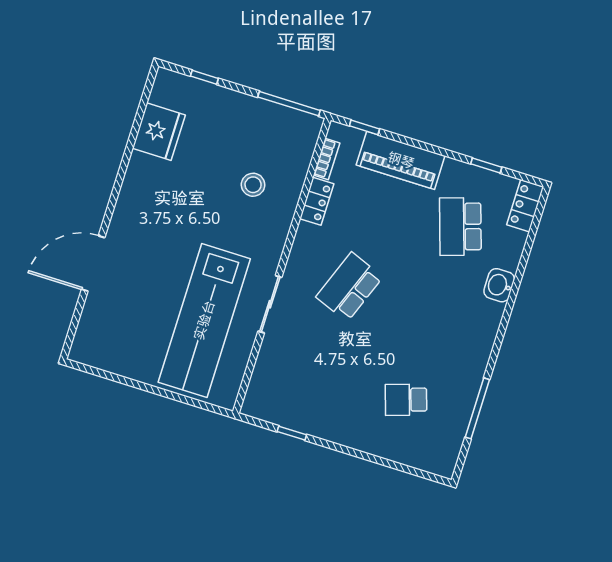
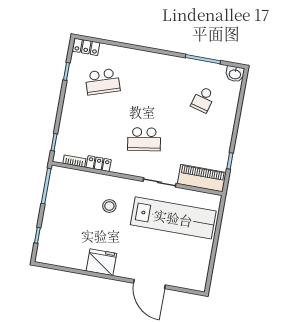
fridge: (159, 132) -> (101, 262), moved
piano: (401, 160) -> (202, 178), moved, turned -90
stool: (253, 185) -> (109, 206), moved
washbasin: (499, 285) -> (235, 74), moved
school desk: (349, 287) -> (144, 139), turned -30
school desk: (406, 400) -> (203, 100), turned 33

